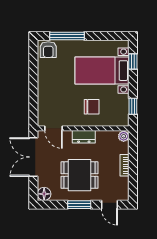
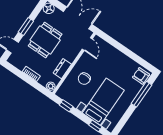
door: (54, 128) -> (87, 44), swing flipped
dresser: (84, 137) -> (62, 69), moved

